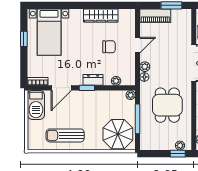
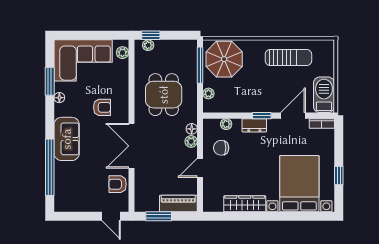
bed with nightstands: (49, 32) -> (299, 184), width x1.36
chair: (109, 47) -> (221, 148), moved
plant: (131, 95) -> (208, 93), moved
window: (137, 119) -> (200, 65), moved

